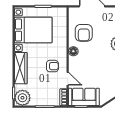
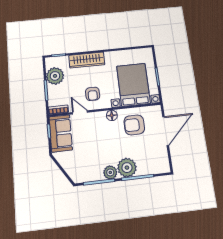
bed with nightstands: (33, 30) -> (133, 85), moved, turned 180
door: (68, 79) -> (80, 112), swing flipped
plant: (22, 98) -> (55, 76), moved

